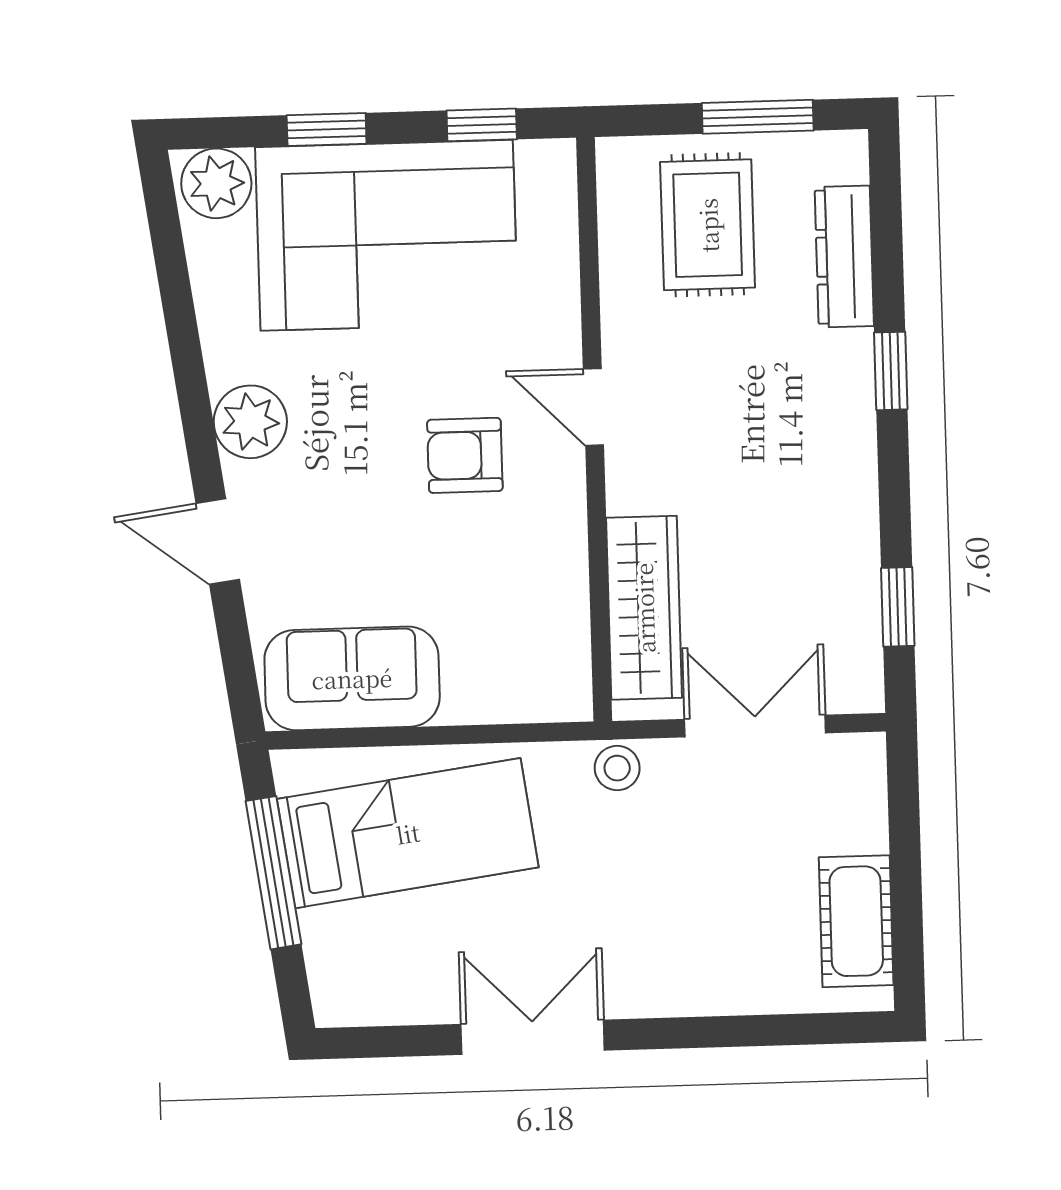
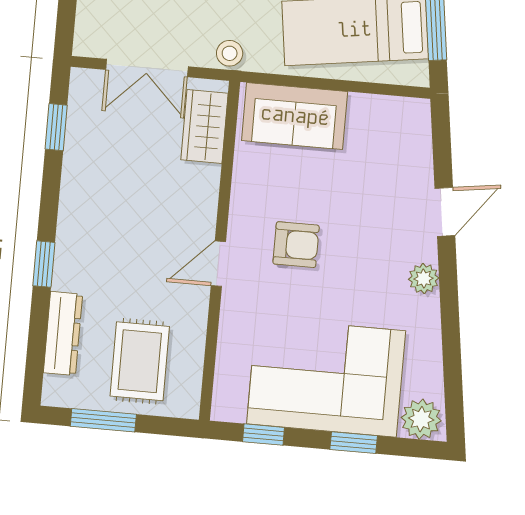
door: (593, 407) -> (218, 264), swing flipped
plant: (250, 422) -> (424, 279), width x0.73, depth x0.73
door: (218, 541) -> (445, 212), hinge flipped
wardrobe: (644, 608) -> (205, 127), width x0.67
sofa: (352, 678) -> (295, 116), moved

